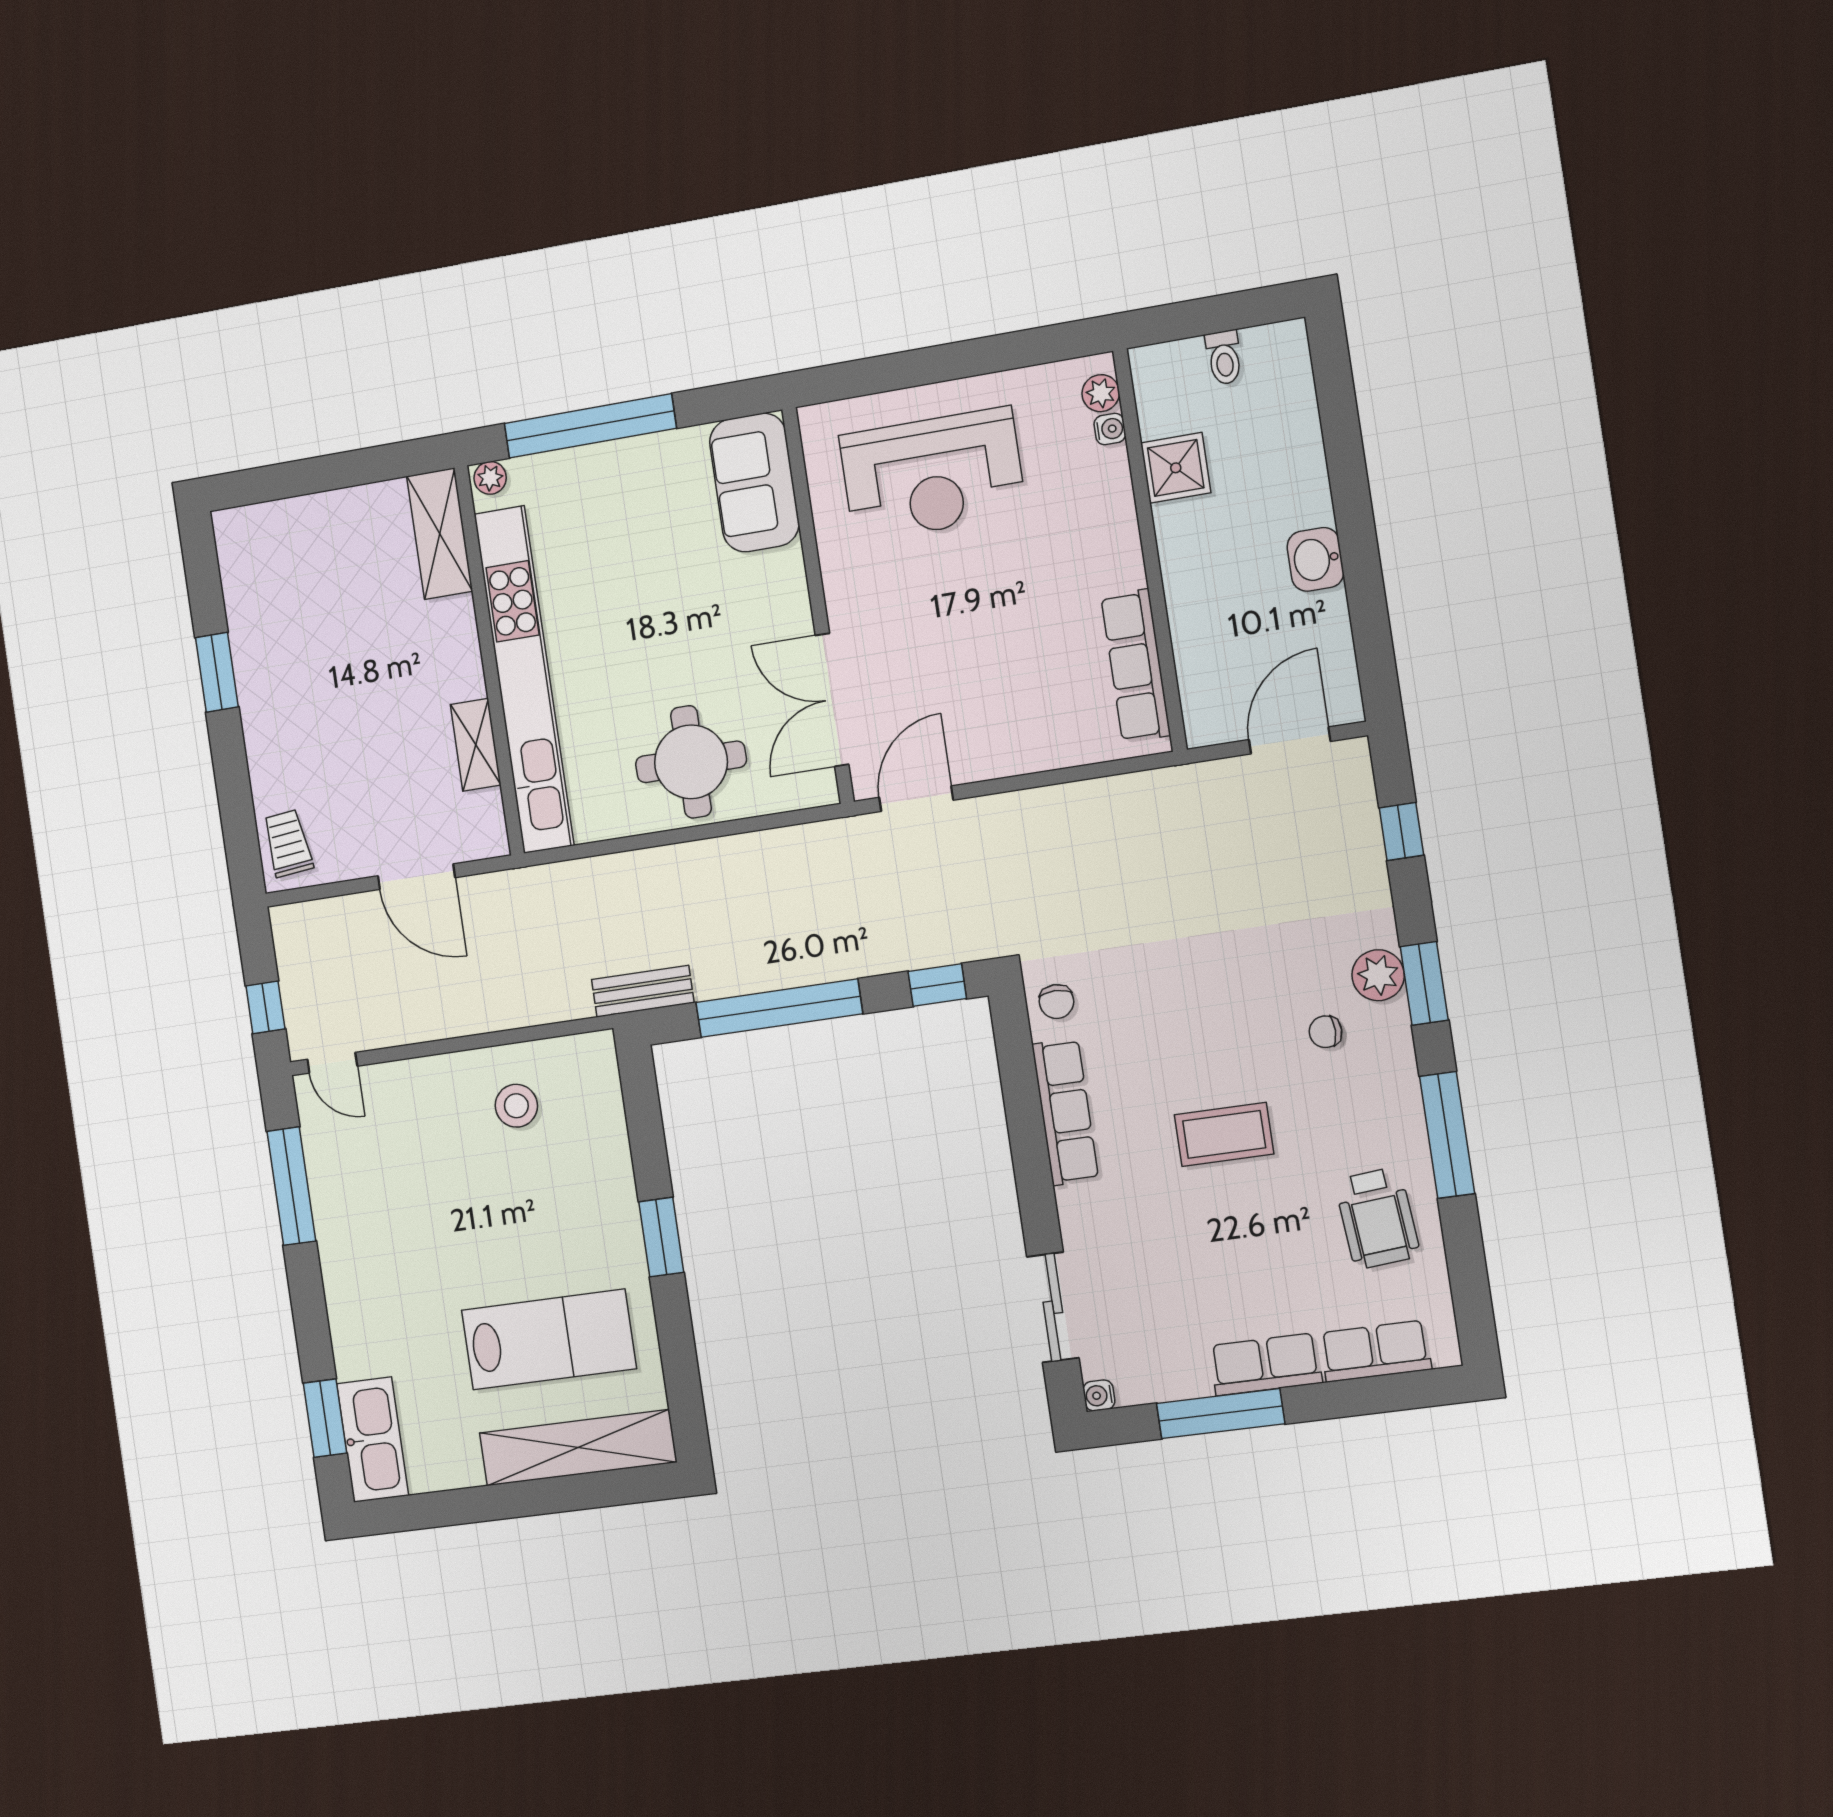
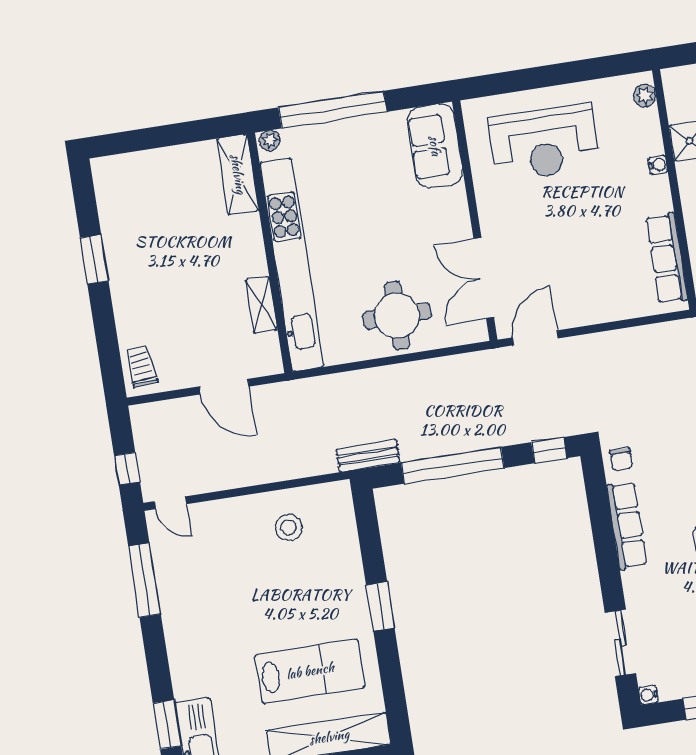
water cooler: (1110, 429) -> (658, 165), moved

